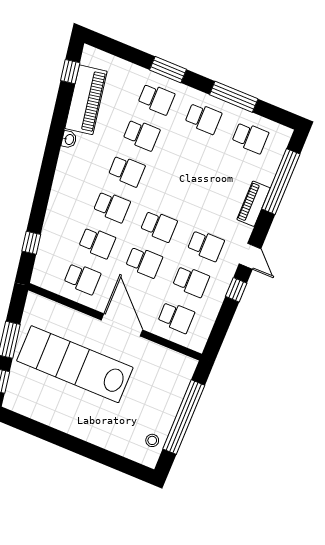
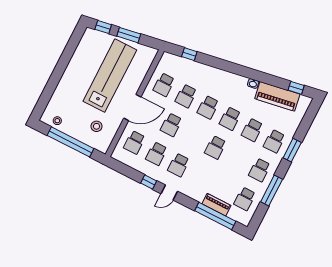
piano: (254, 204) -> (216, 205), moved
school desk: (159, 226) -> (215, 147), moved
stool: (156, 378) -> (97, 126), added

